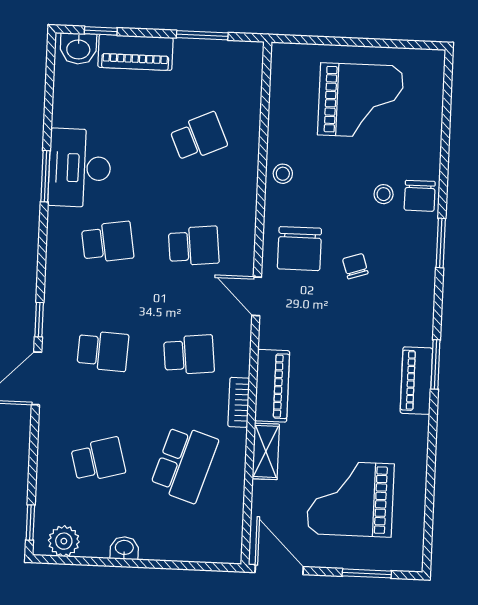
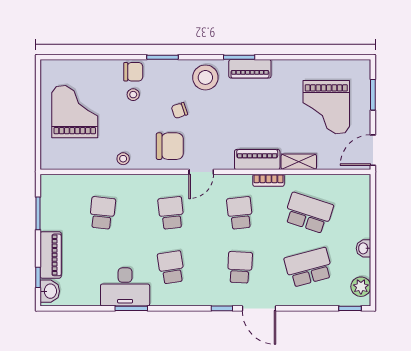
school desk: (198, 137) -> (102, 213), turned 30
stool: (406, 309) -> (205, 77), added
school desk: (98, 460) -> (309, 267), width x1.85

